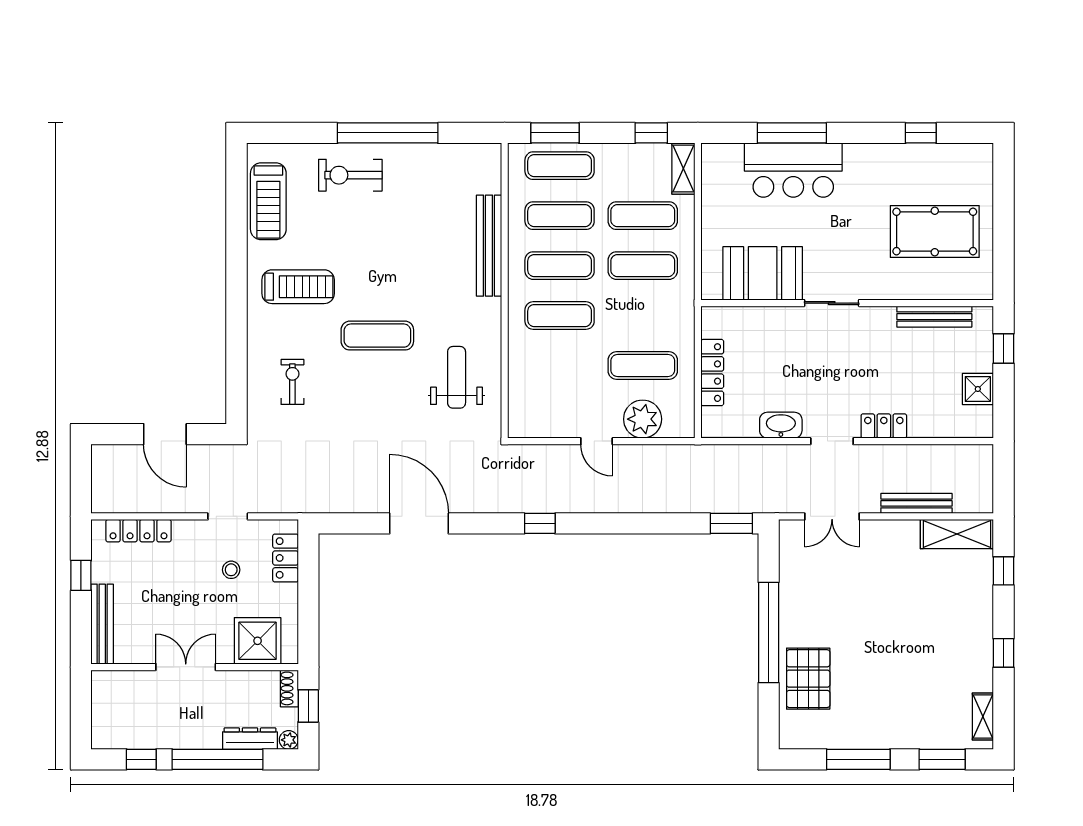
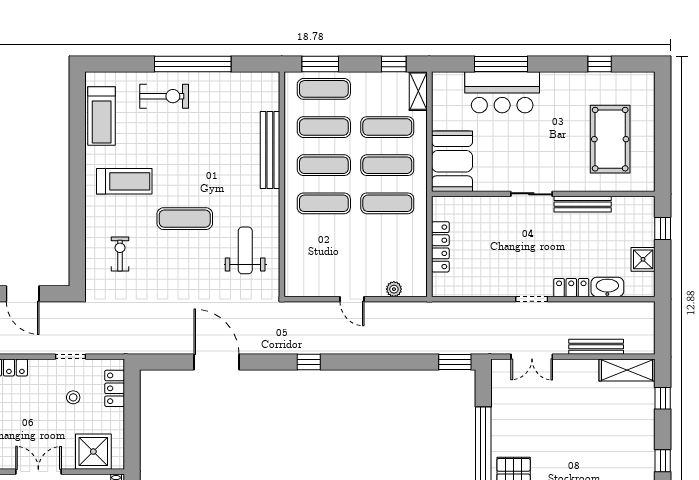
exercise bike: (350, 175) -> (164, 96), turned 180
pool table: (935, 231) -> (610, 139), turned 90
booth: (763, 273) -> (452, 161), moved, turned 90
bench: (934, 317) -> (583, 204), moved
exercise mat: (643, 366) -> (387, 203), moved
plant: (643, 419) -> (394, 289), width x0.53, depth x0.53
washbasin: (781, 425) -> (607, 287), moved

